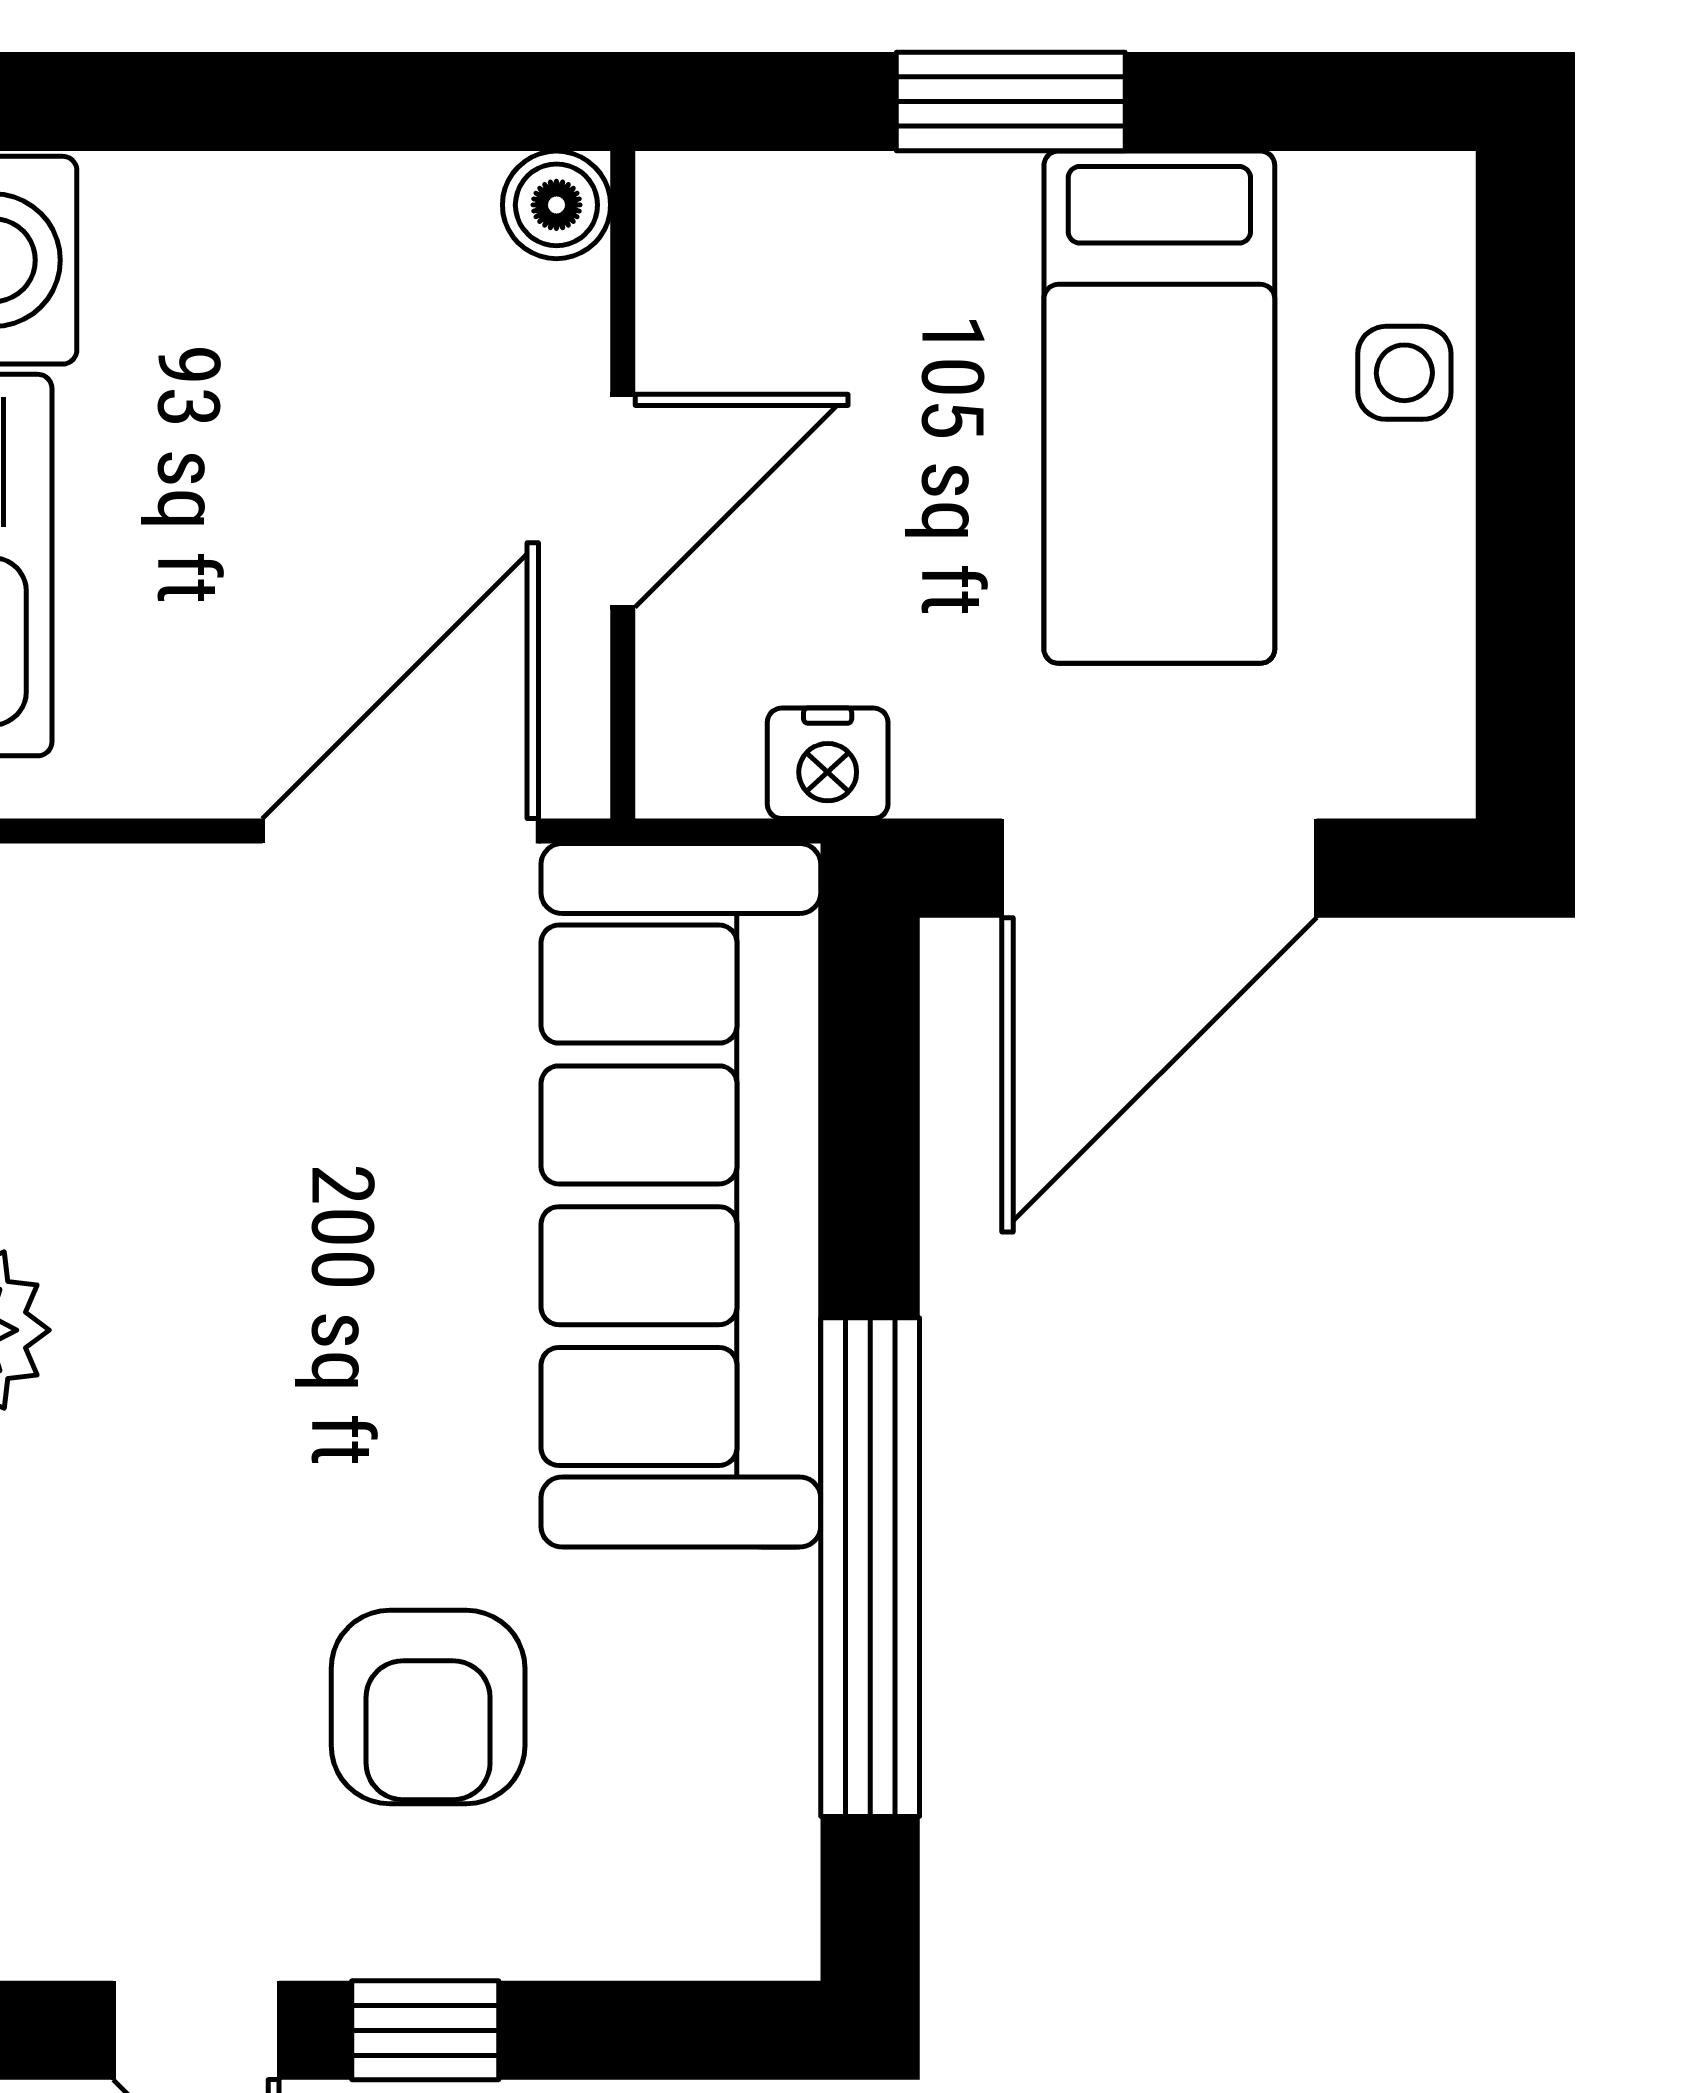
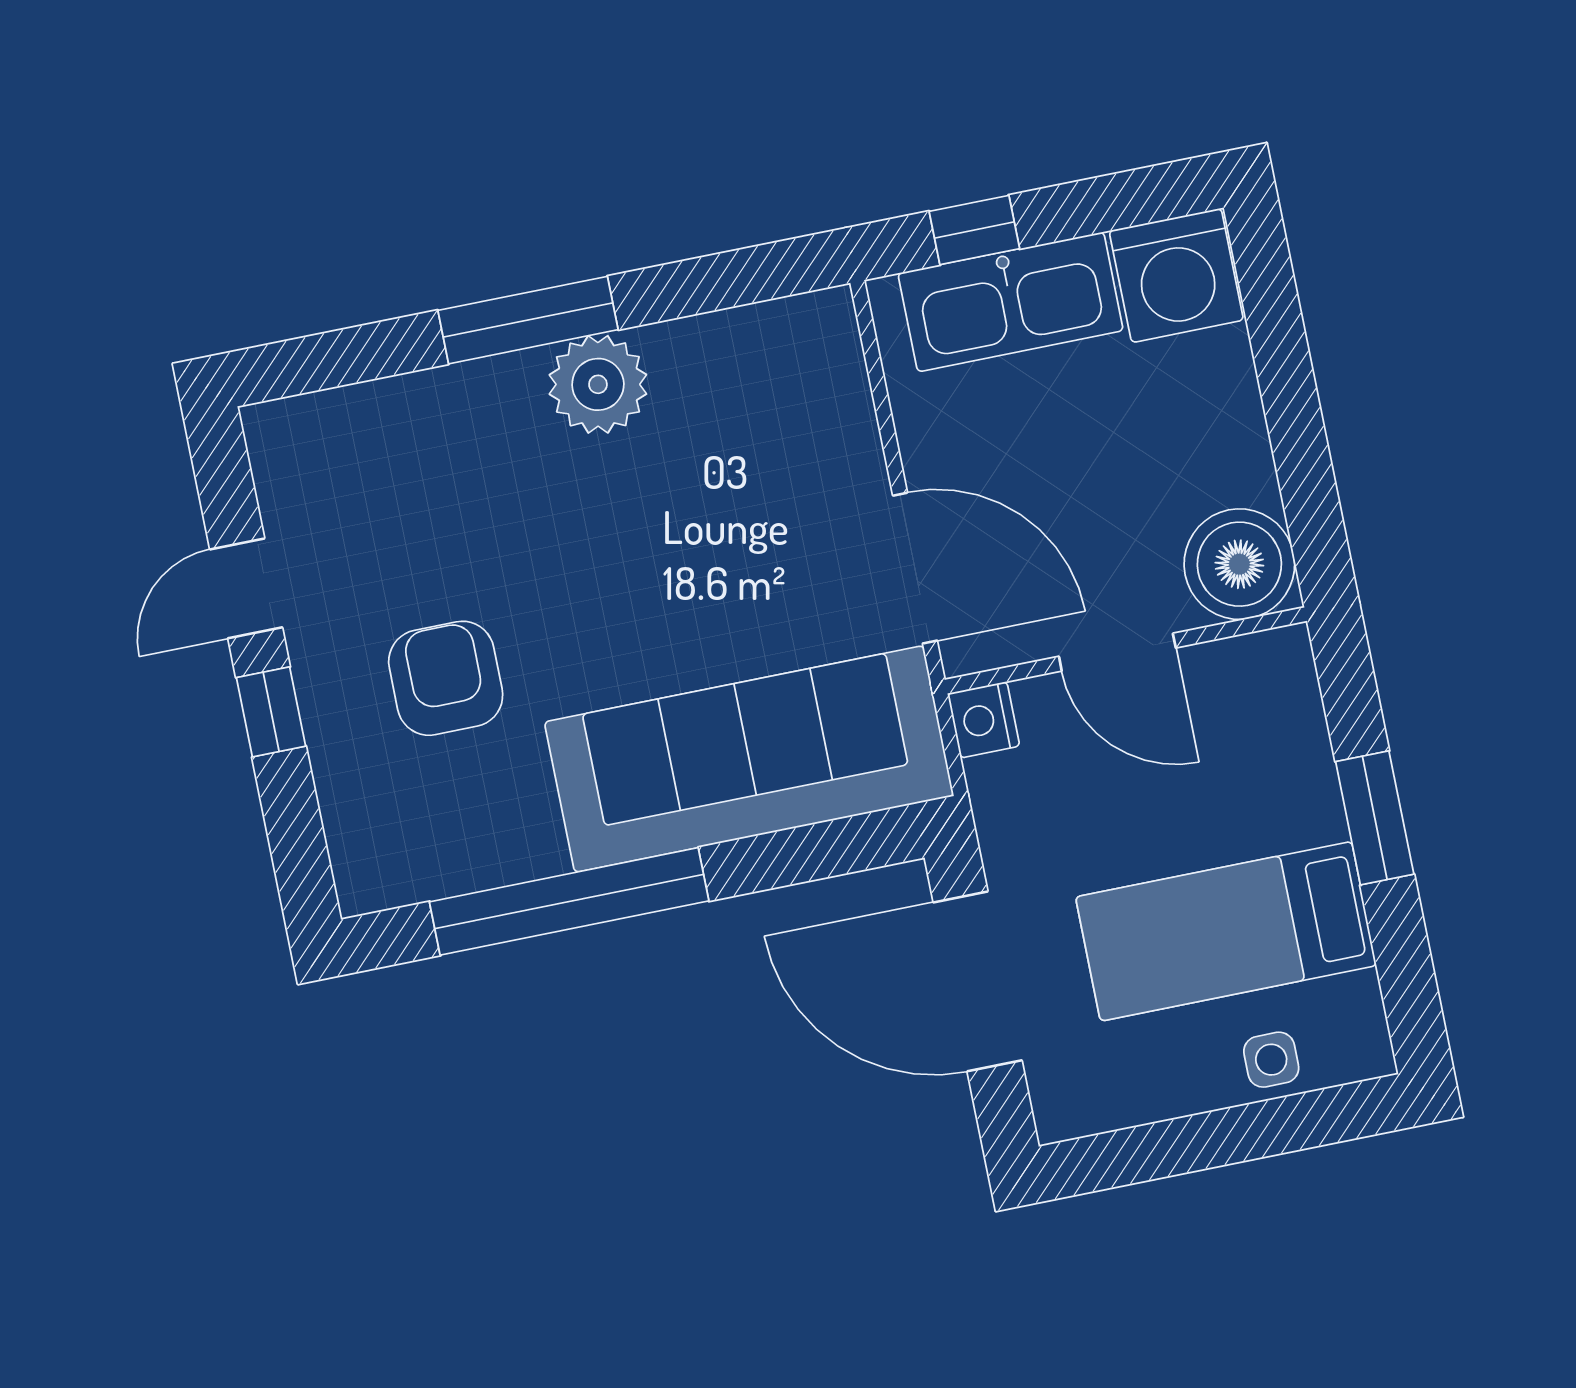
boiler: (556, 205) -> (1239, 564), width x1.86, depth x1.86
nightstand: (828, 763) -> (984, 720), moved
armchair: (428, 1707) -> (446, 678), turned 90

